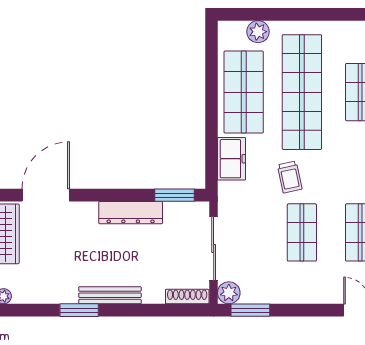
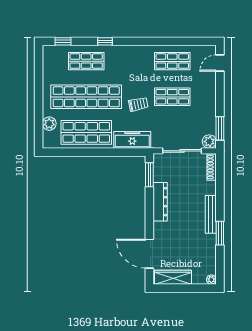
freezer: (232, 159) -> (132, 140), width x1.40

